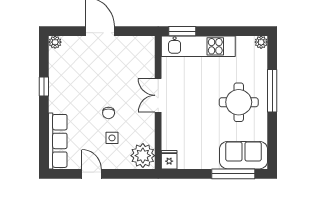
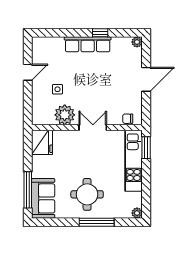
chair: (109, 113) -> (128, 119), moved
row of seats: (58, 141) -> (88, 44), moved
plant: (143, 156) -> (65, 115), moved
fridge: (169, 160) -> (42, 142), width x1.88, depth x1.34

